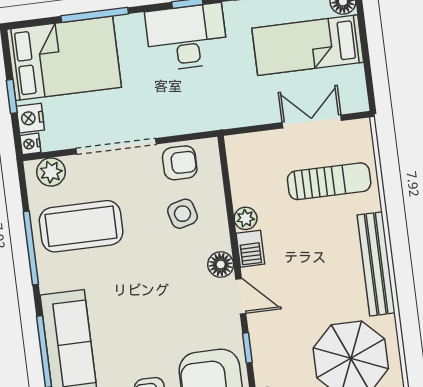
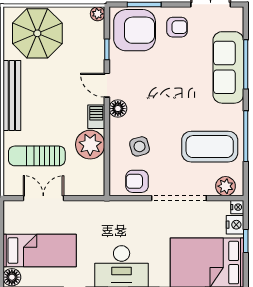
double door: (312, 121) -> (43, 198), swing flipped
plant: (246, 218) -> (90, 145), width x1.88, depth x1.88

